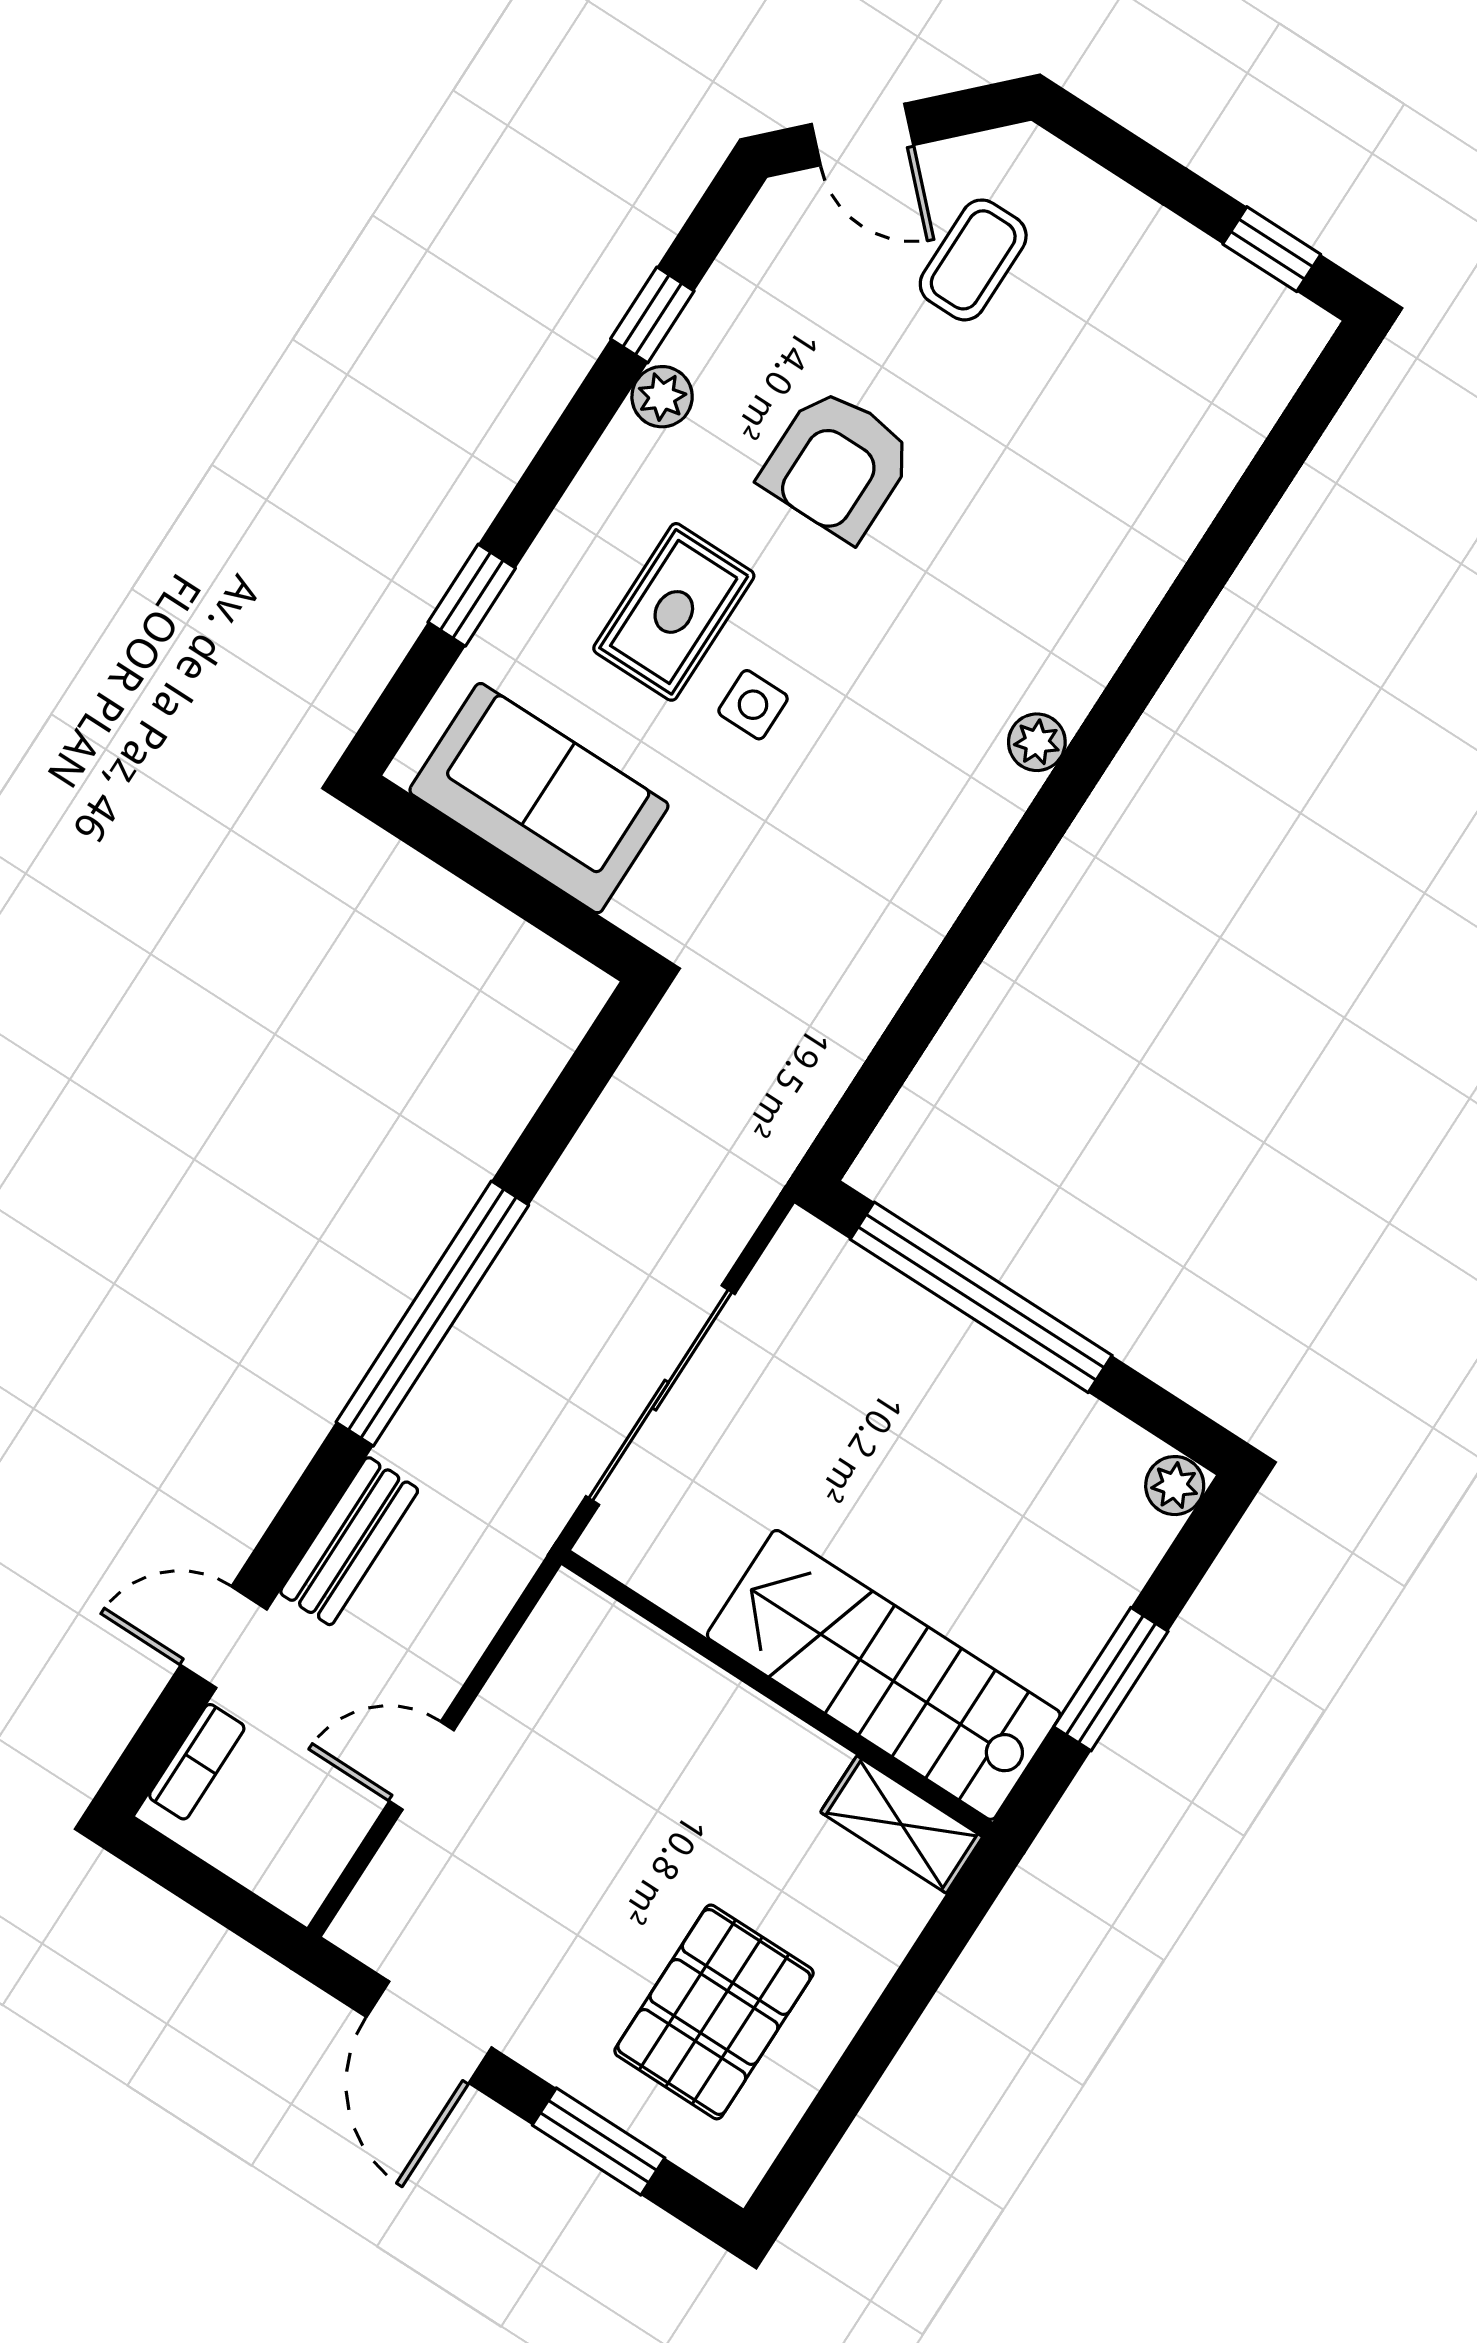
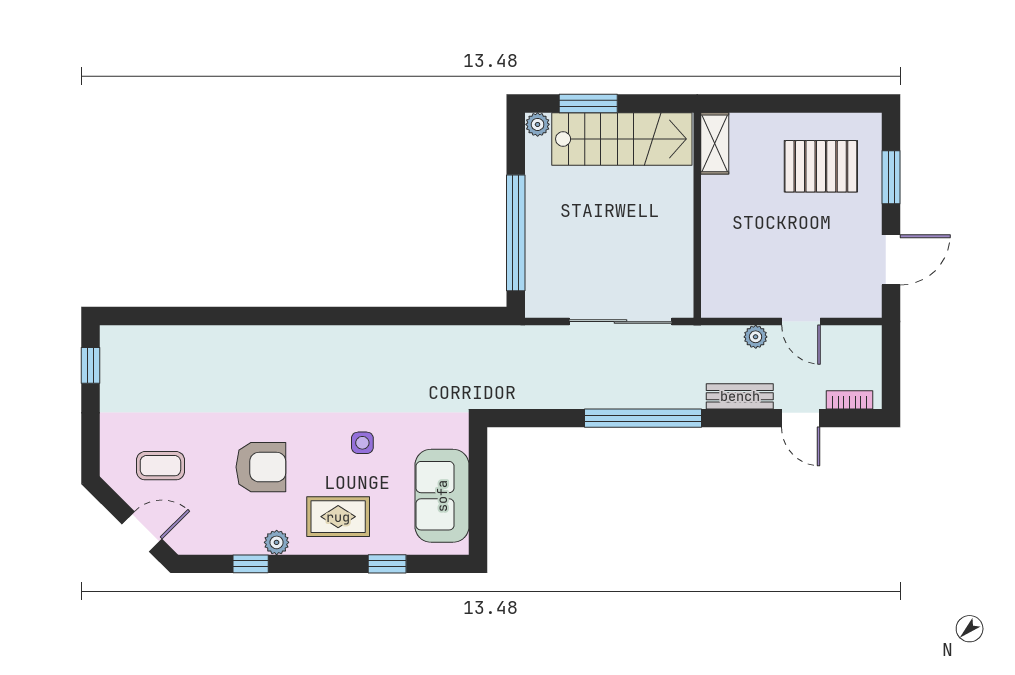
door: (862, 135) -> (142, 532), hinge flipped
rug: (674, 612) -> (338, 517), moved
plant: (1037, 742) -> (756, 337), moved
stairs: (884, 1675) -> (622, 139), moved, turned -90
window: (1111, 1679) -> (588, 103), moved

